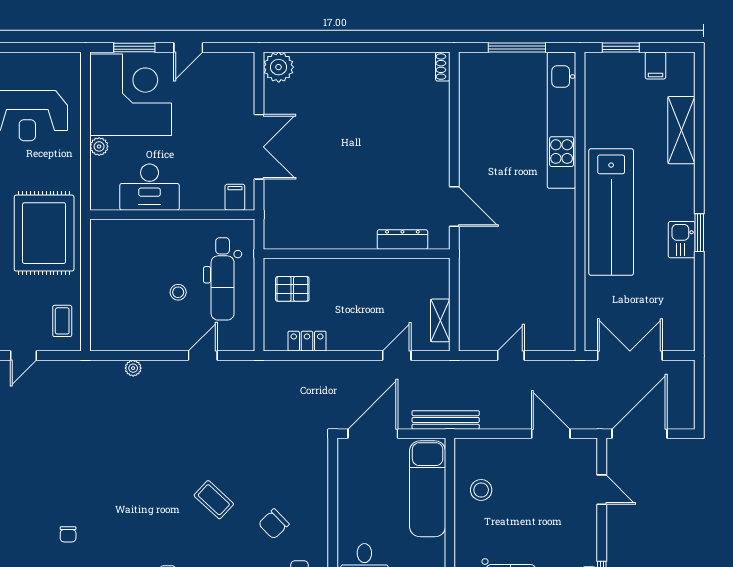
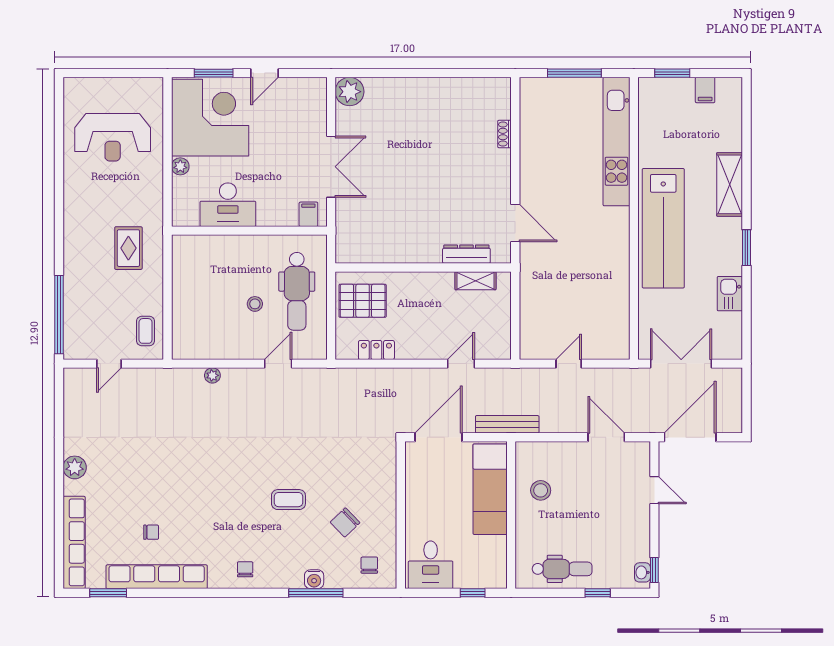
shoe rack: (443, 67) -> (504, 134), moved
shelving: (681, 130) -> (730, 184), moved
rug: (44, 233) -> (128, 248), width x0.54, depth x0.49
kitchen sink: (682, 240) -> (730, 294), moved
pallet: (292, 289) -> (363, 301), width x1.50, depth x1.42
shelving: (440, 320) -> (475, 281), moved, turned 90
coffee table: (214, 500) -> (288, 500), turned -43
chair: (68, 534) -> (151, 532), turned -90

